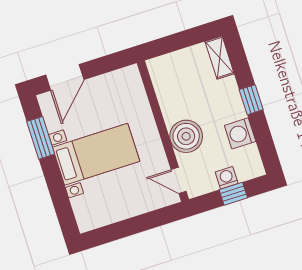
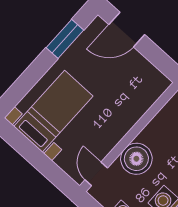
bed with nightstands: (96, 154) -> (53, 111), moved, turned -90

